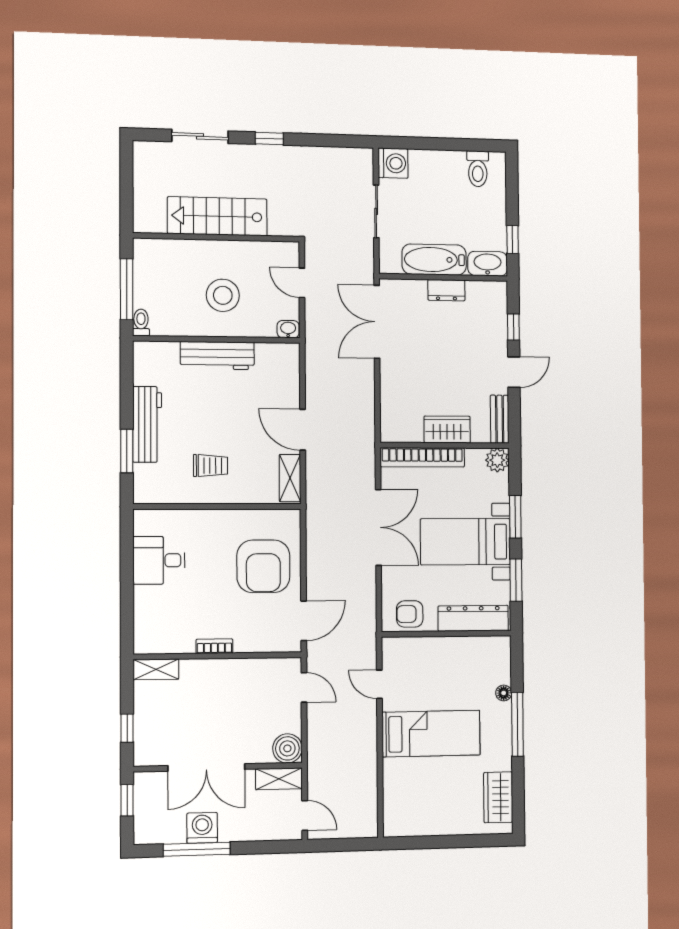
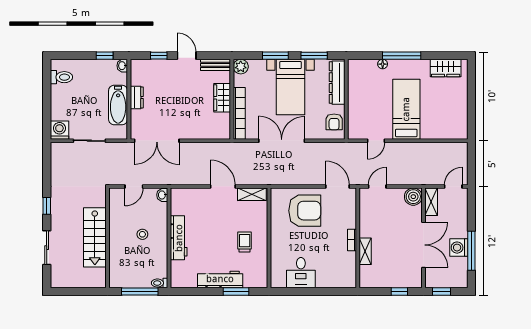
washbasin: (488, 264) -> (122, 66), width x0.52, depth x0.69
stool: (223, 295) -> (142, 234), width x0.53, depth x0.53
door: (303, 430) -> (223, 186), swing flipped
shelving: (156, 669) -> (365, 251), moved

